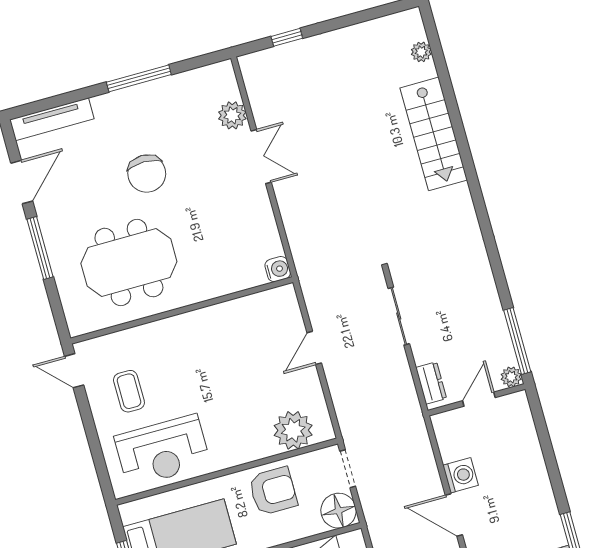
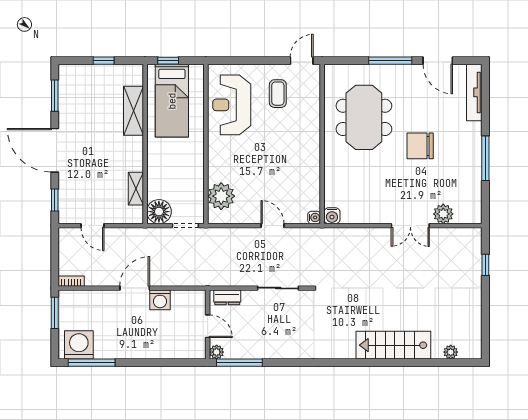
water cooler: (287, 293) -> (314, 217), added
coffee table: (129, 391) -> (278, 94), turned 90
armchair: (273, 491) -> (184, 171), removed

